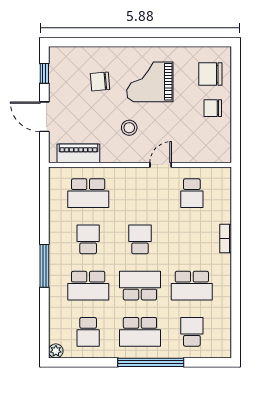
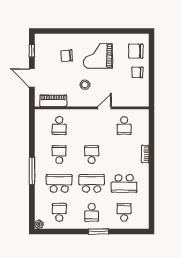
school desk: (88, 193) -> (59, 126), width x0.54
school desk: (88, 286) -> (59, 183), turned 180
school desk: (88, 332) -> (59, 212), turned 180
school desk: (140, 332) -> (92, 212), width x0.54
window: (151, 362) -> (98, 231), width x0.47

